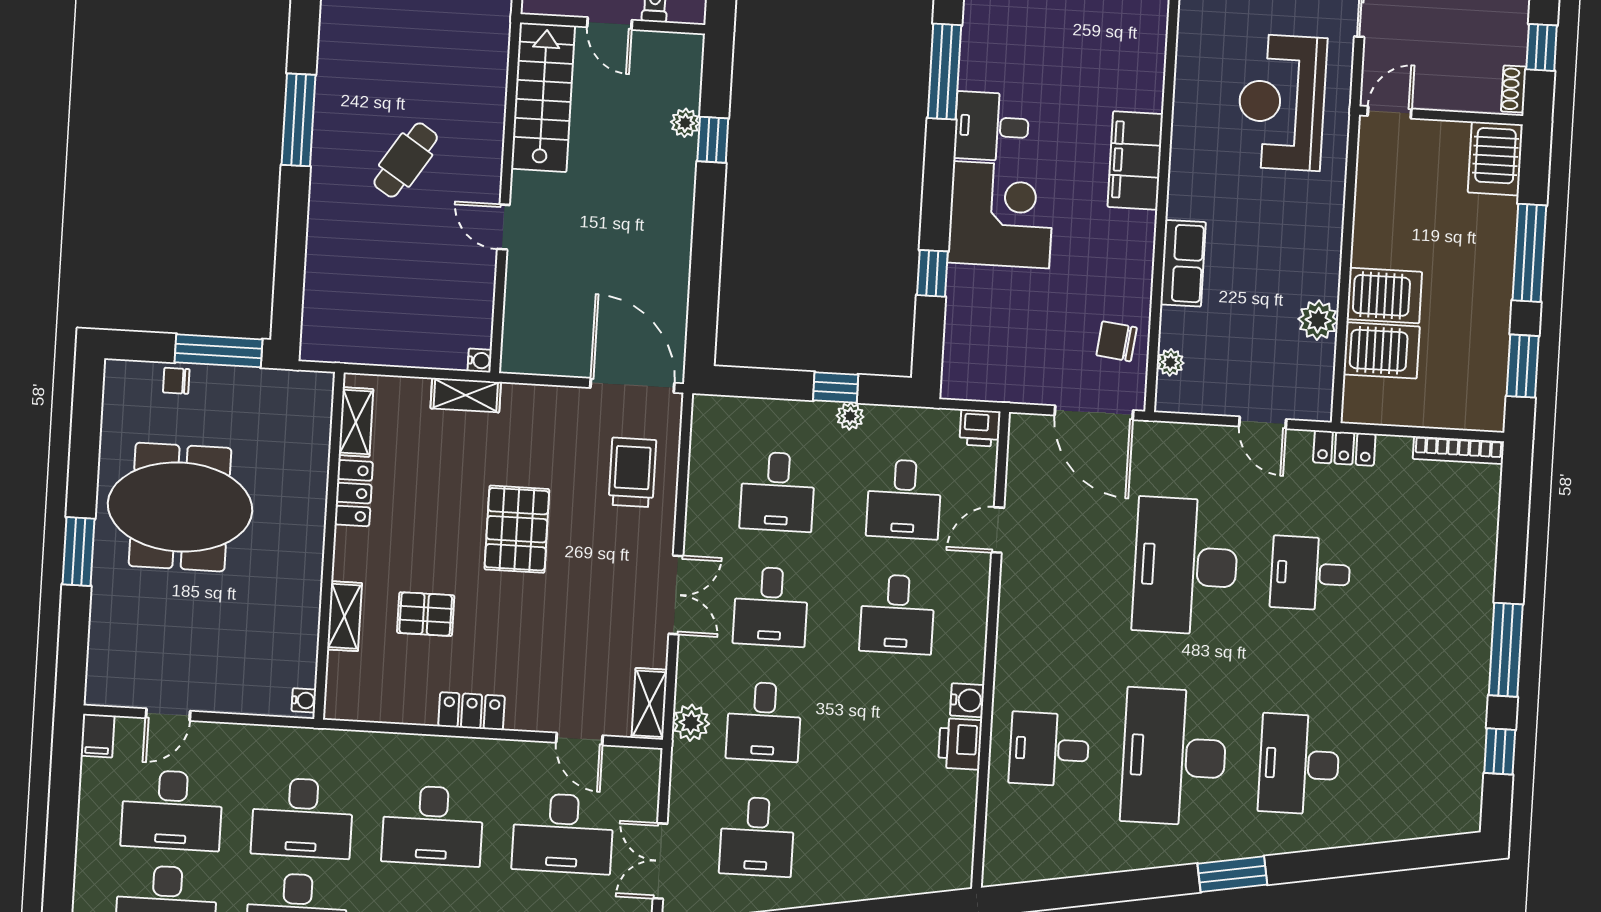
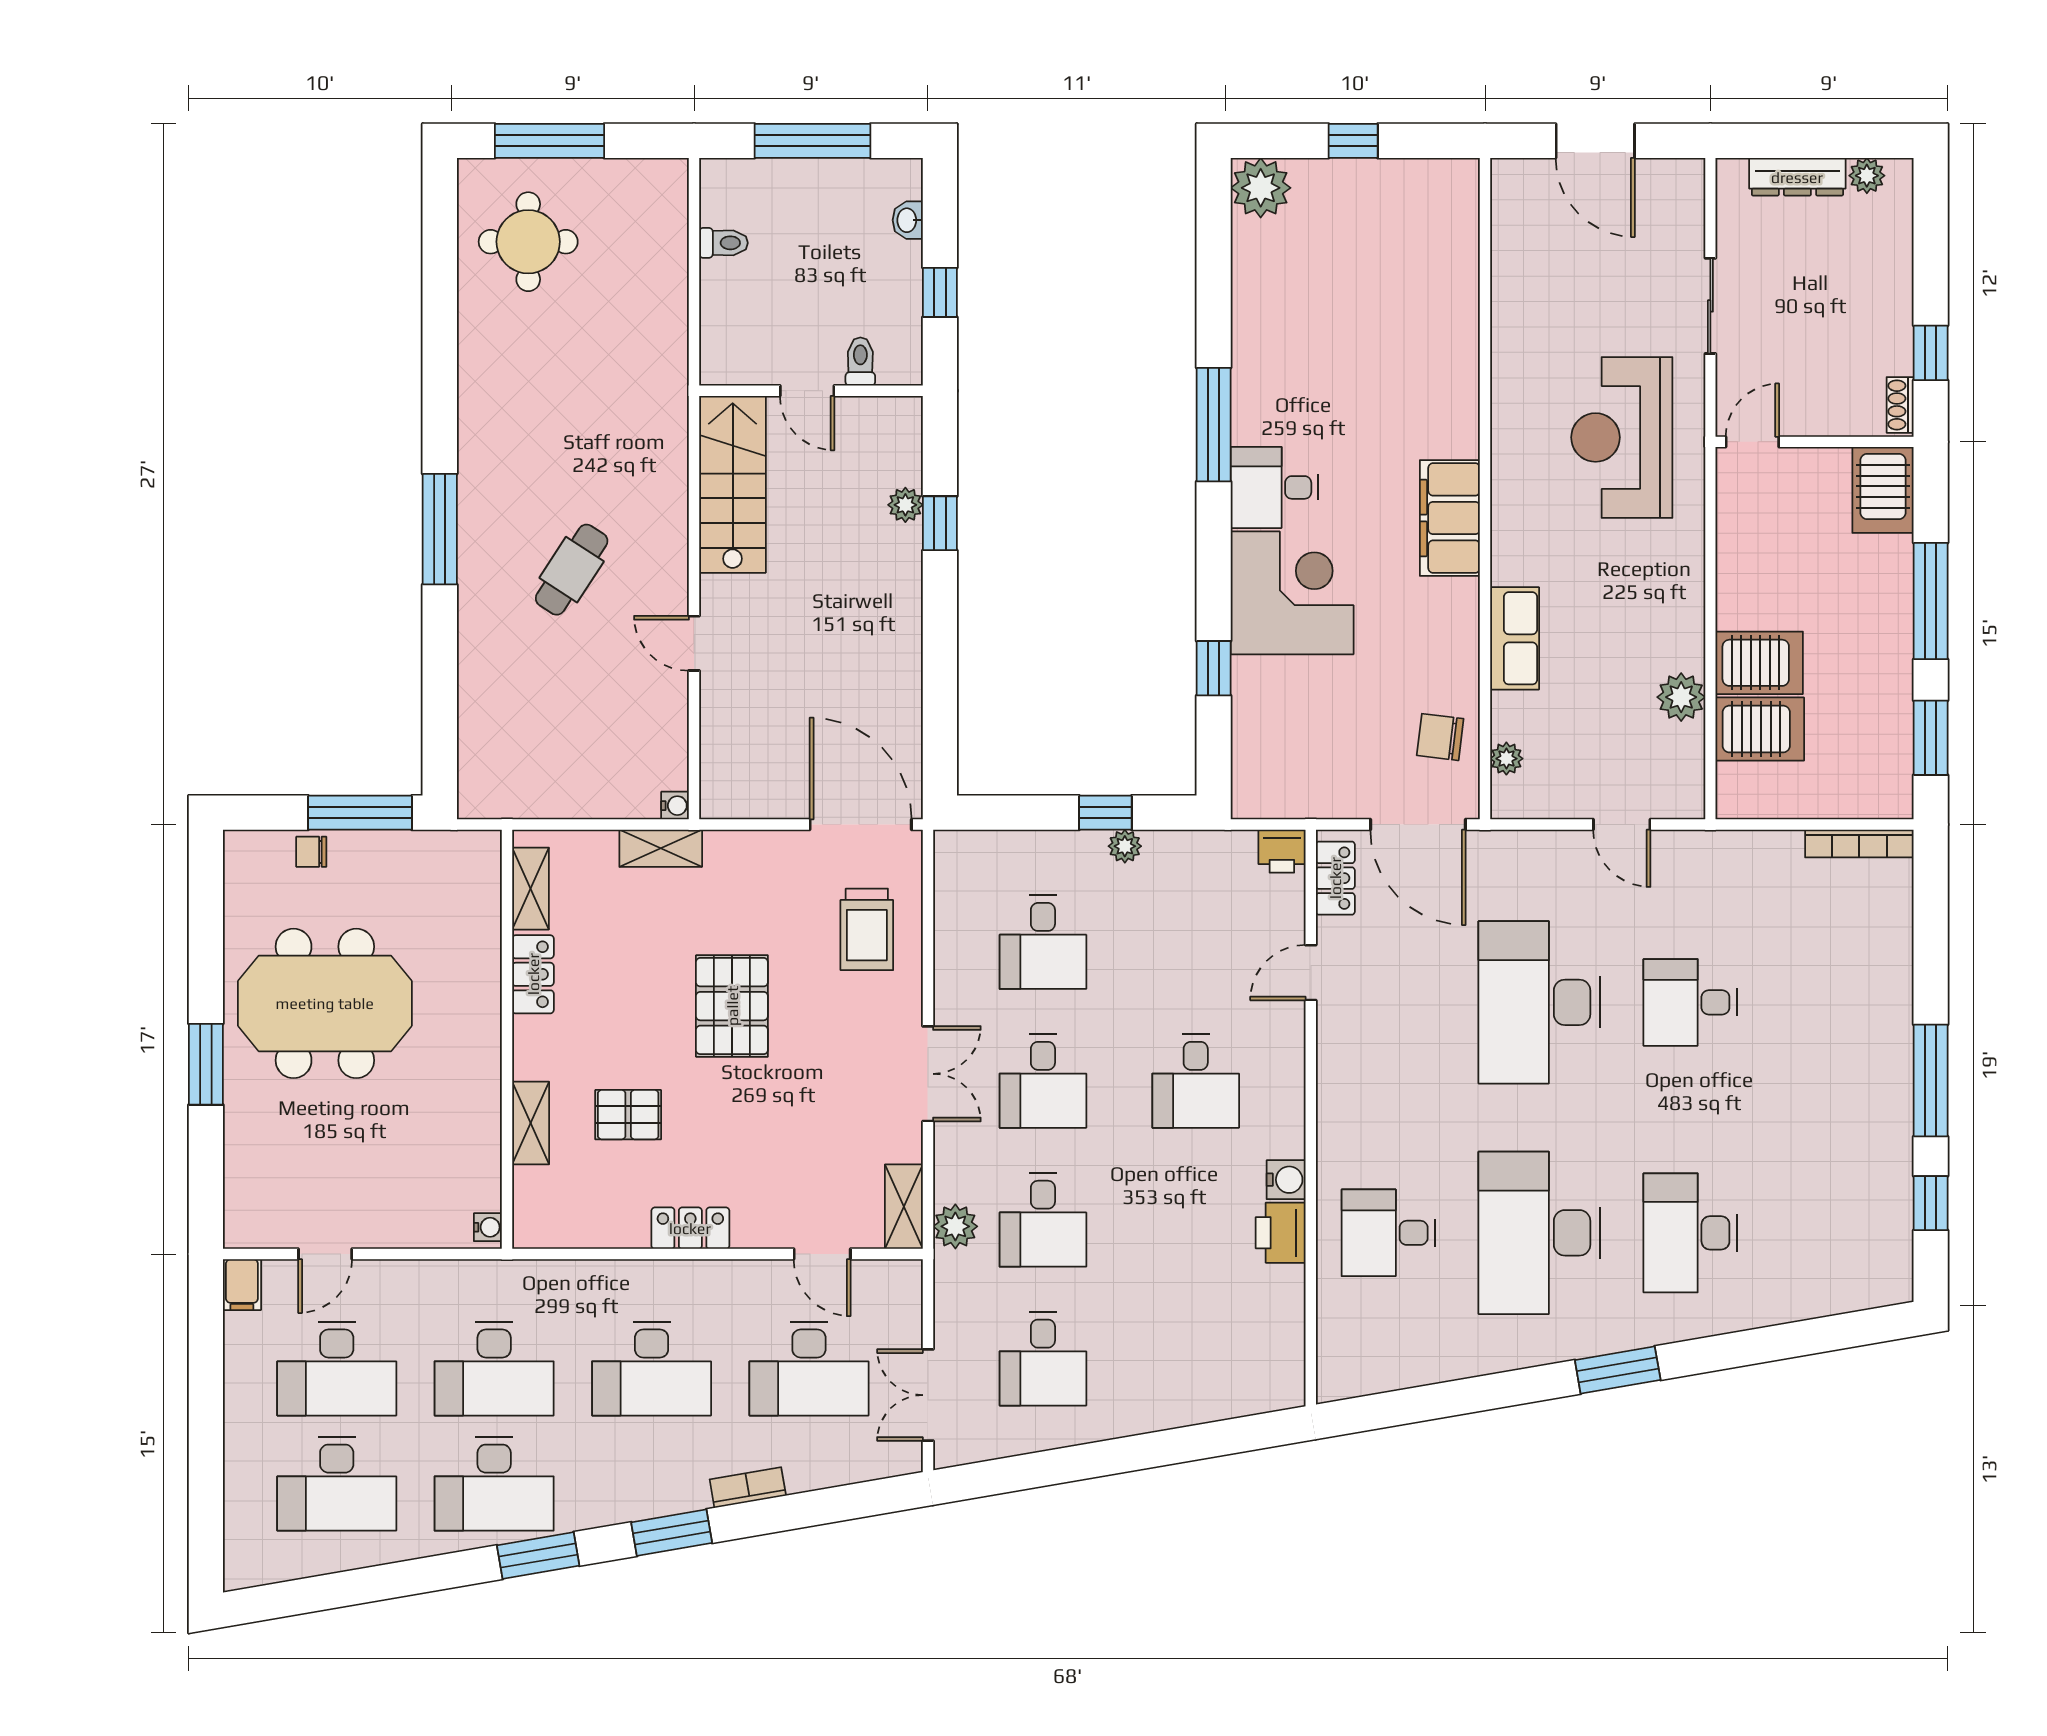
locker: (1344, 448) -> (1335, 878), moved, turned -90
trolley: (632, 472) -> (867, 929), turned 180
desk: (904, 499) -> (1196, 942), removed

